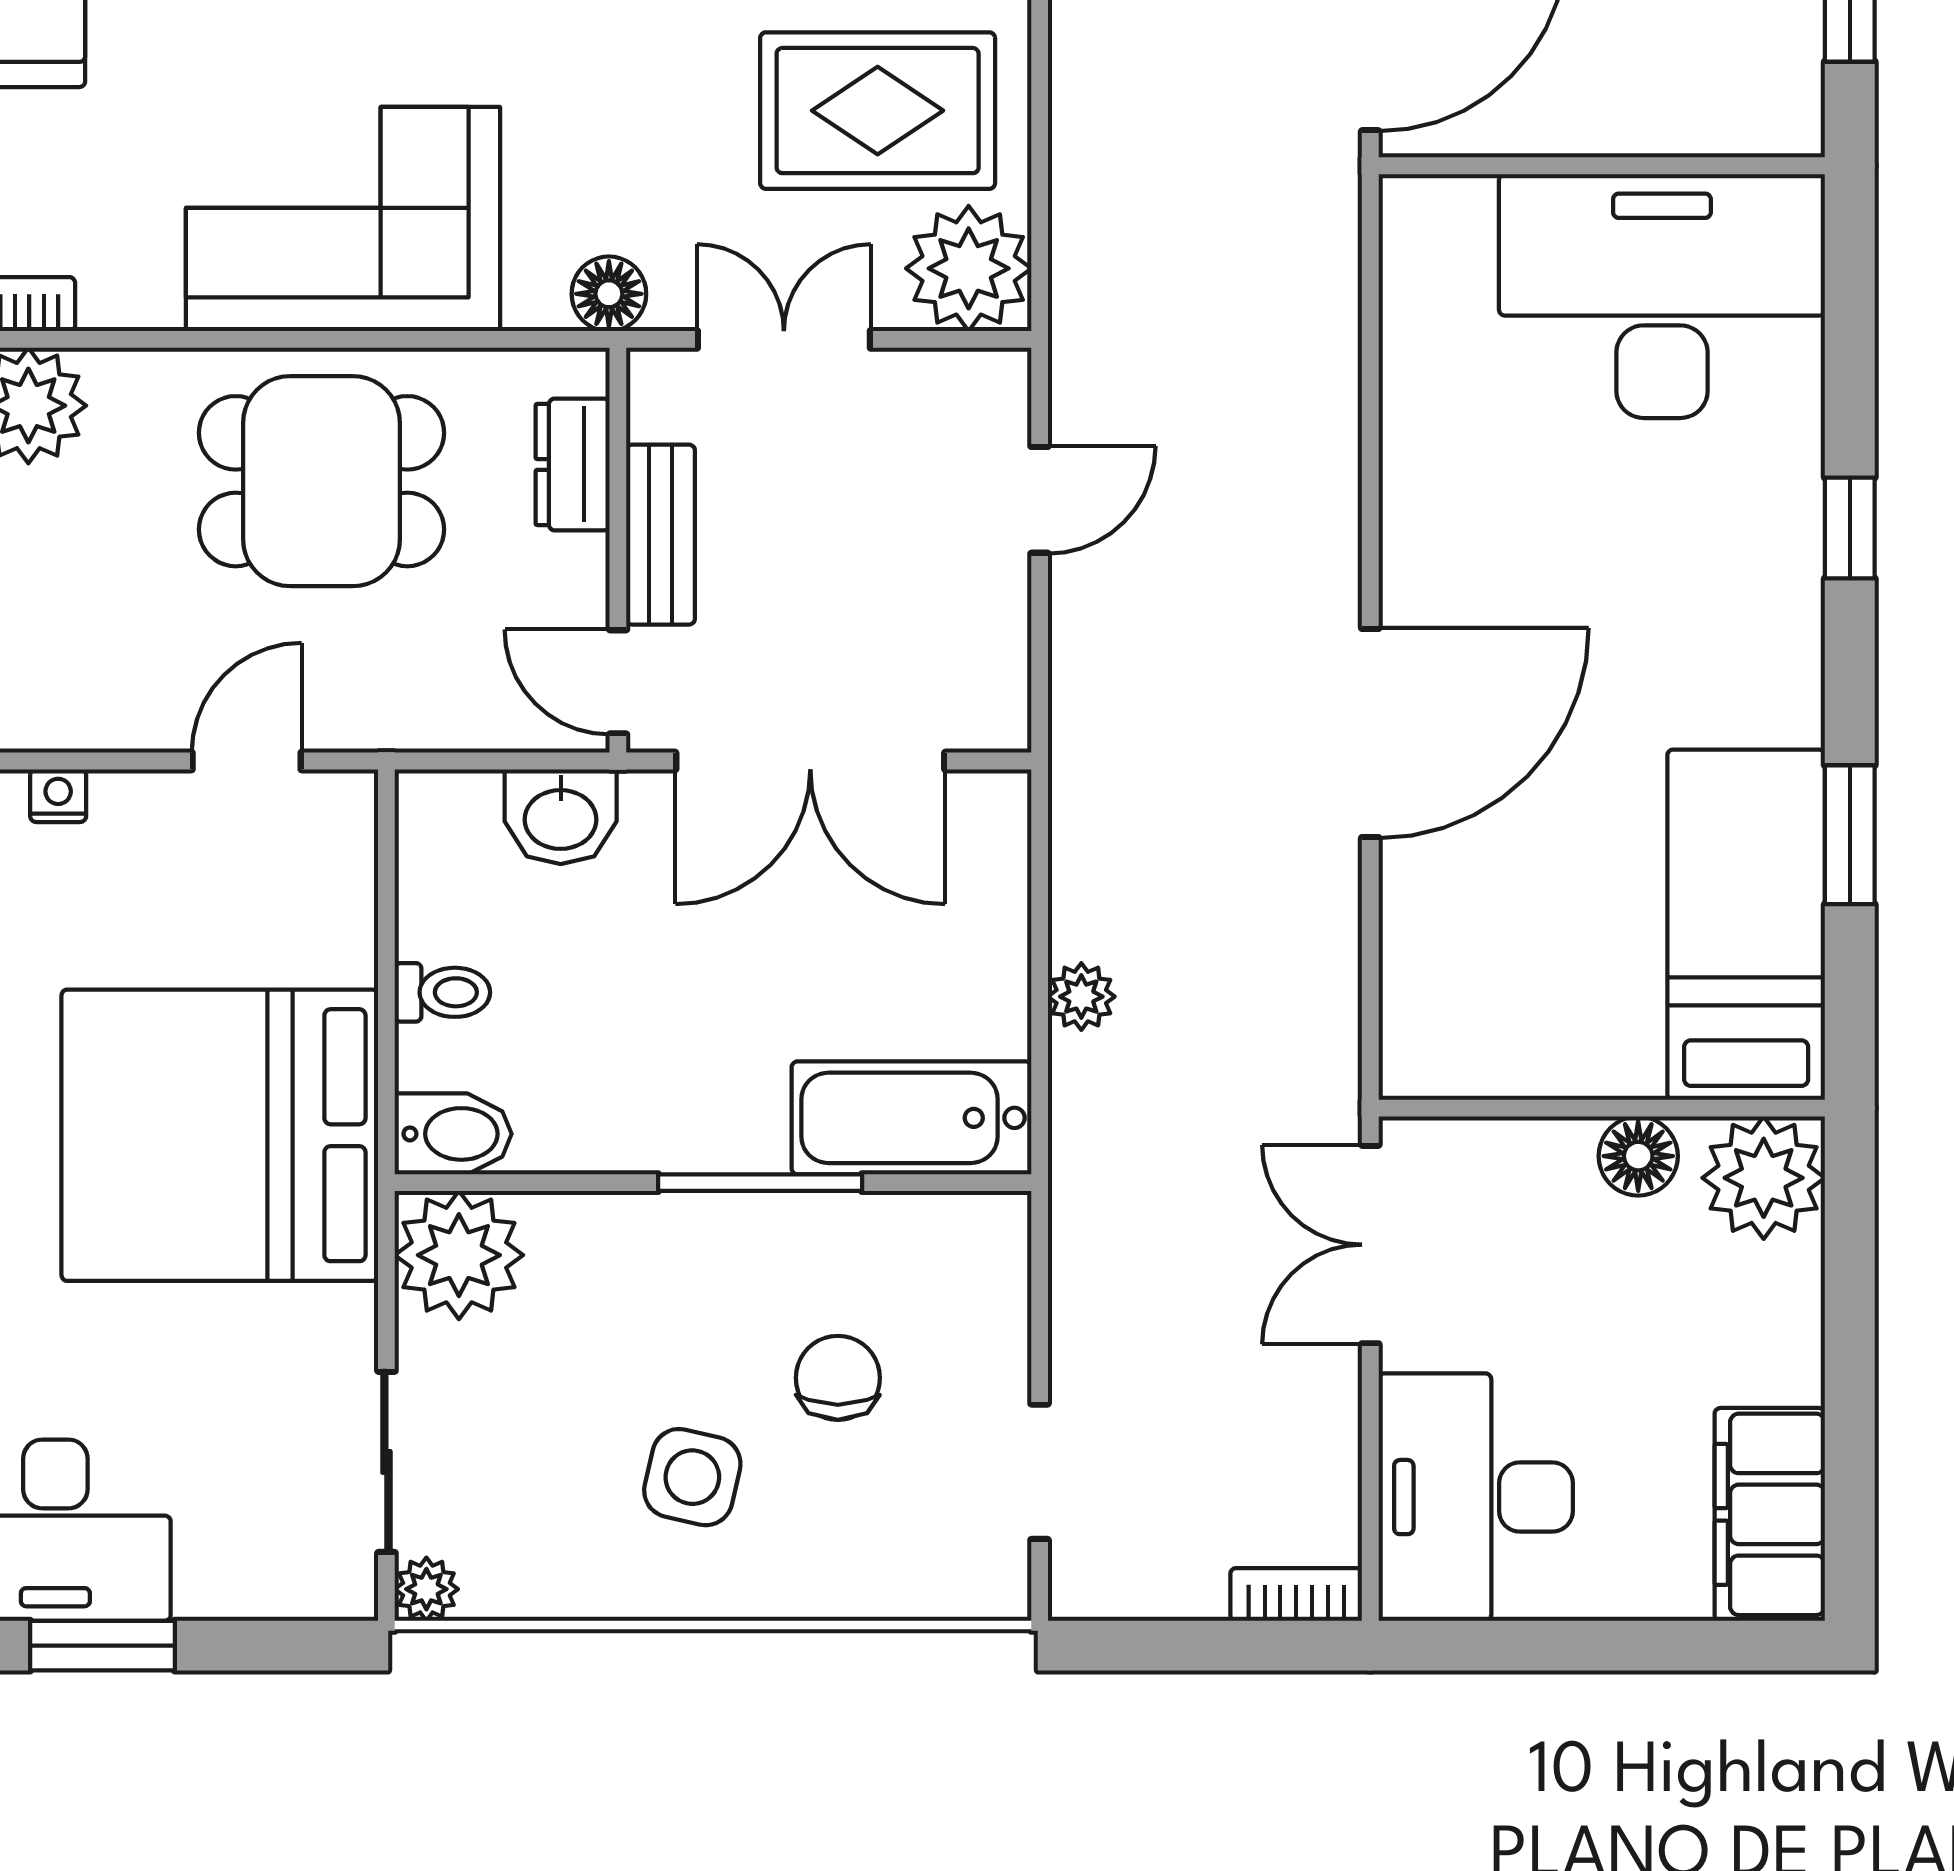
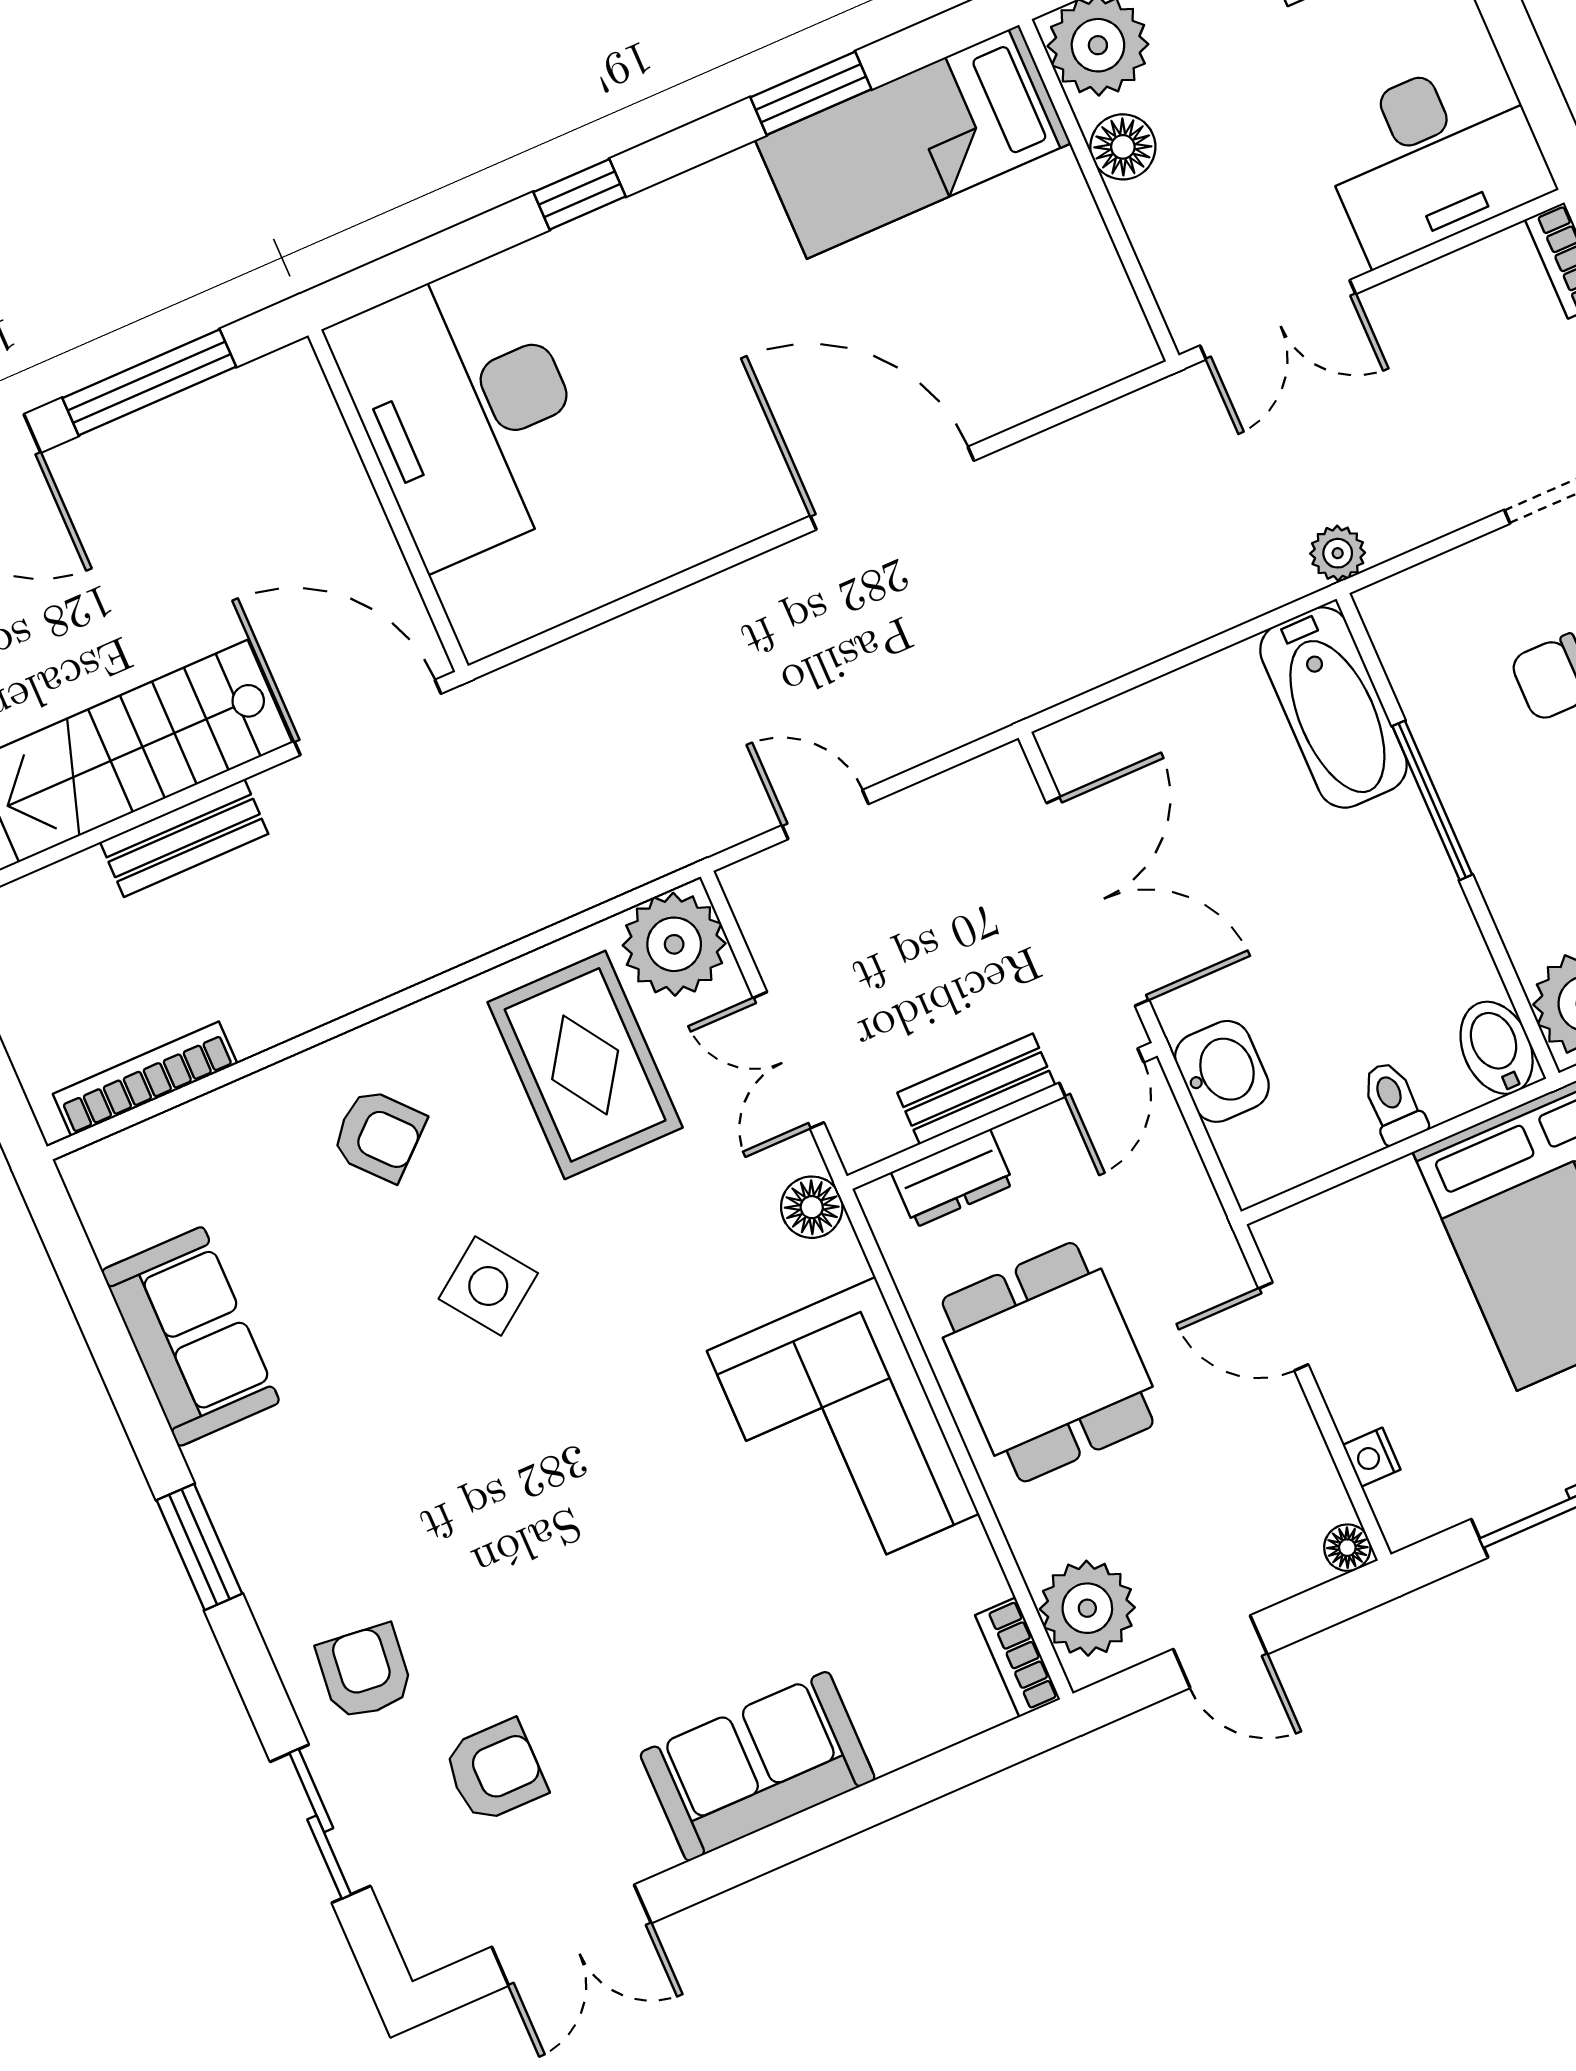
plant: (1081, 997) -> (1338, 553), moved

